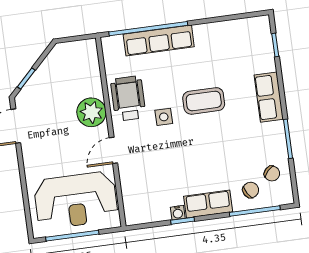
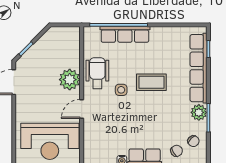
row of seats: (269, 97) -> (199, 68), width x2.02
plant: (274, 133) -> (199, 112), added

